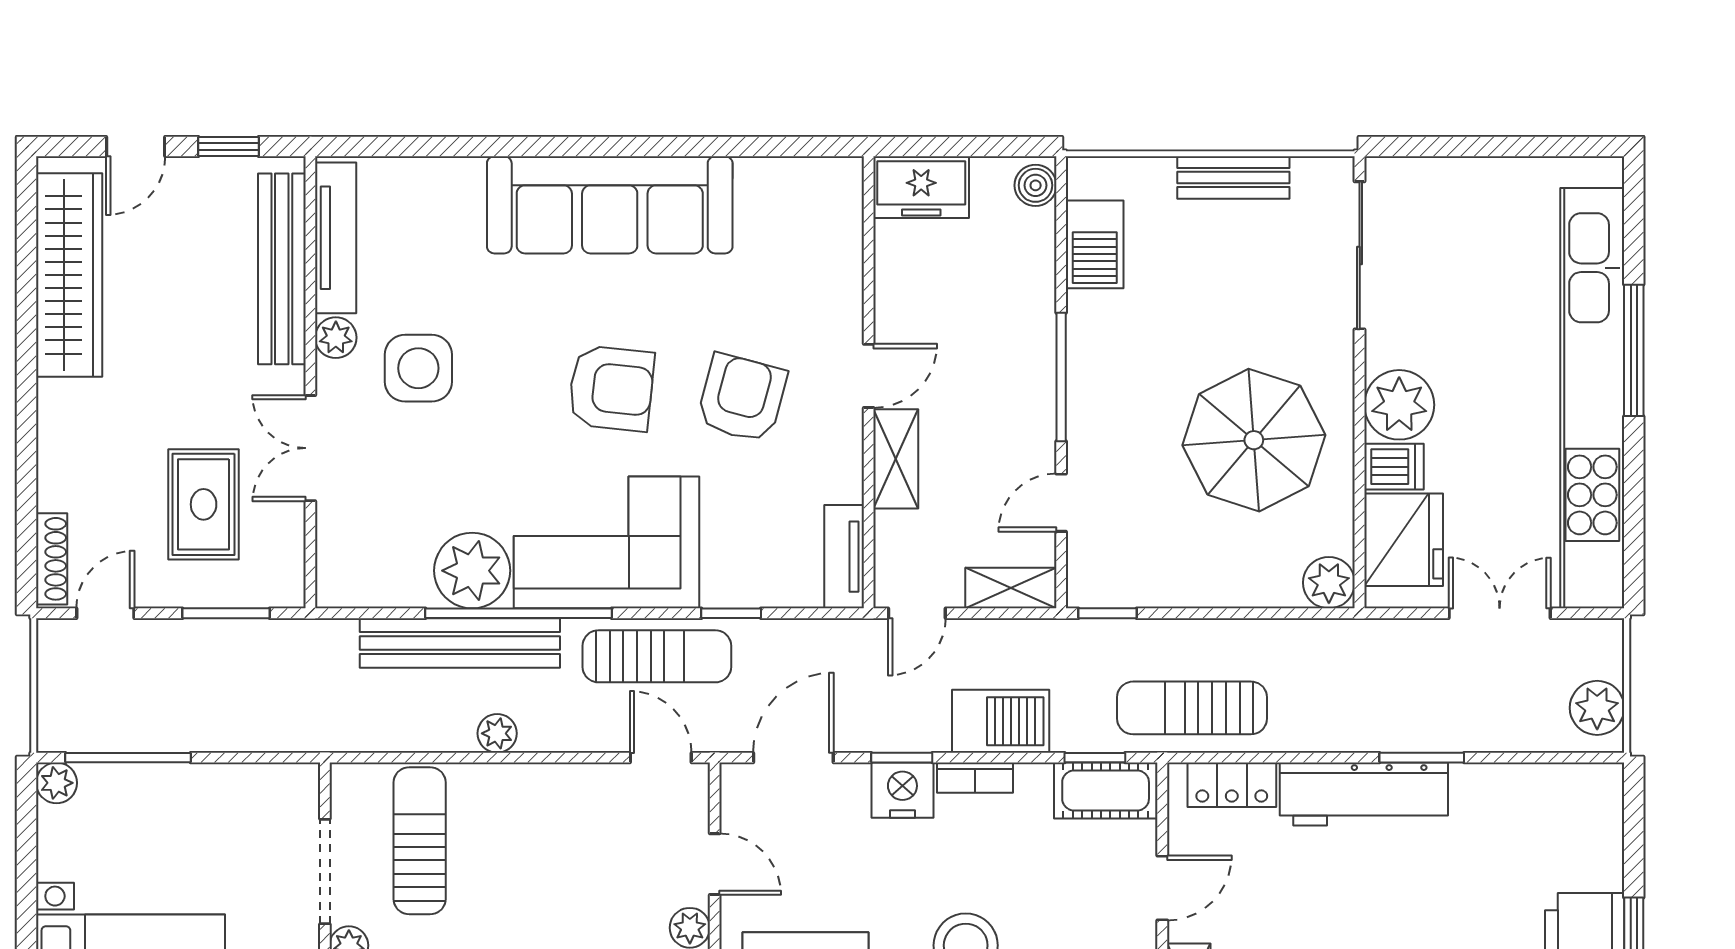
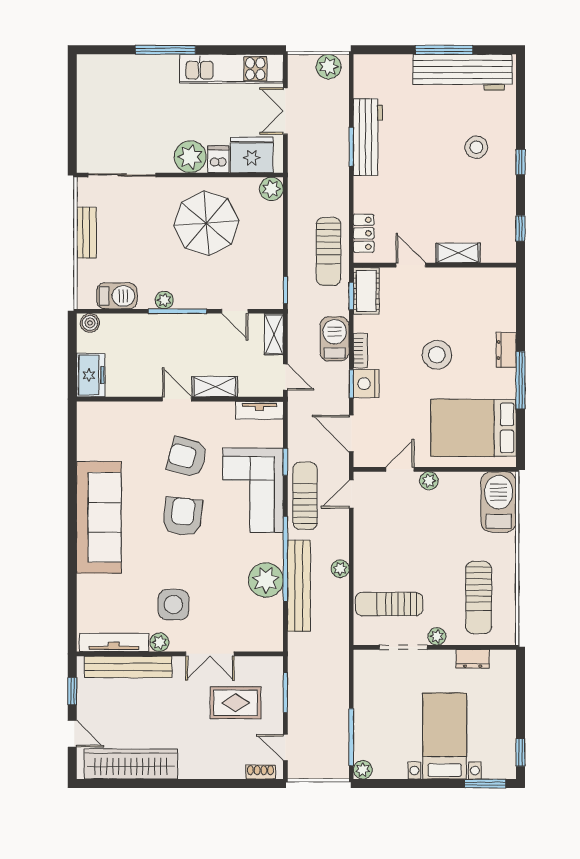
plant: (1086, 348) -> (164, 300), added
kitchen unit: (1592, 398) -> (232, 69), width x0.54
corner sofa: (606, 542) -> (253, 490), moved
shoe rack: (52, 559) -> (260, 772), width x0.70
workbench: (1364, 794) -> (368, 137), moved

